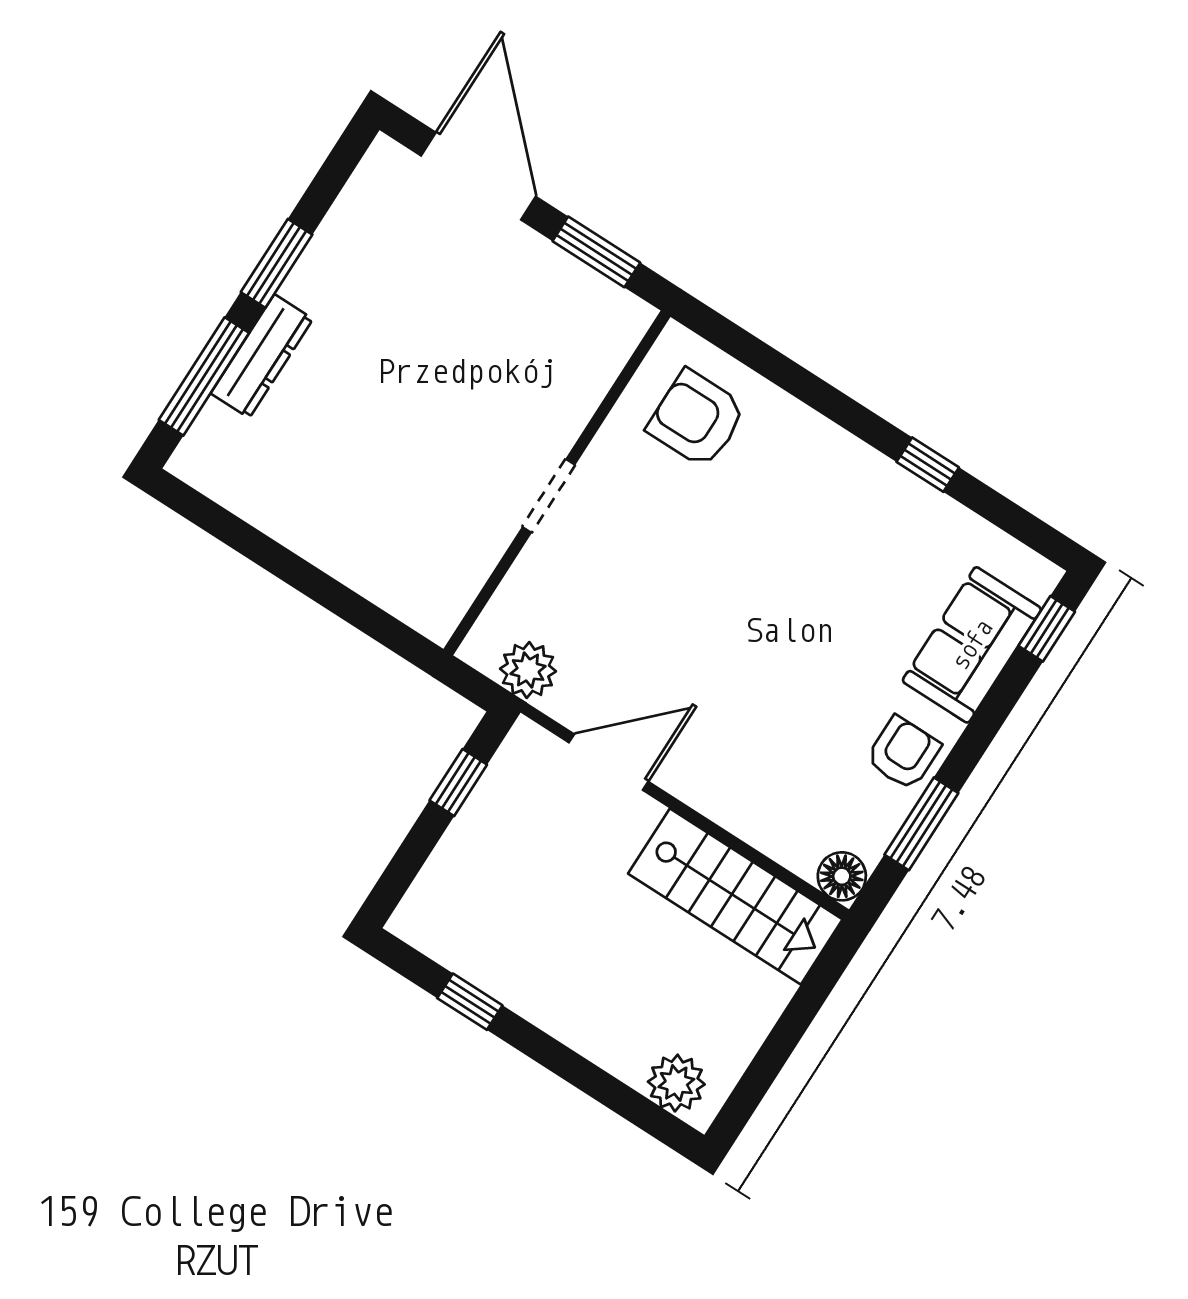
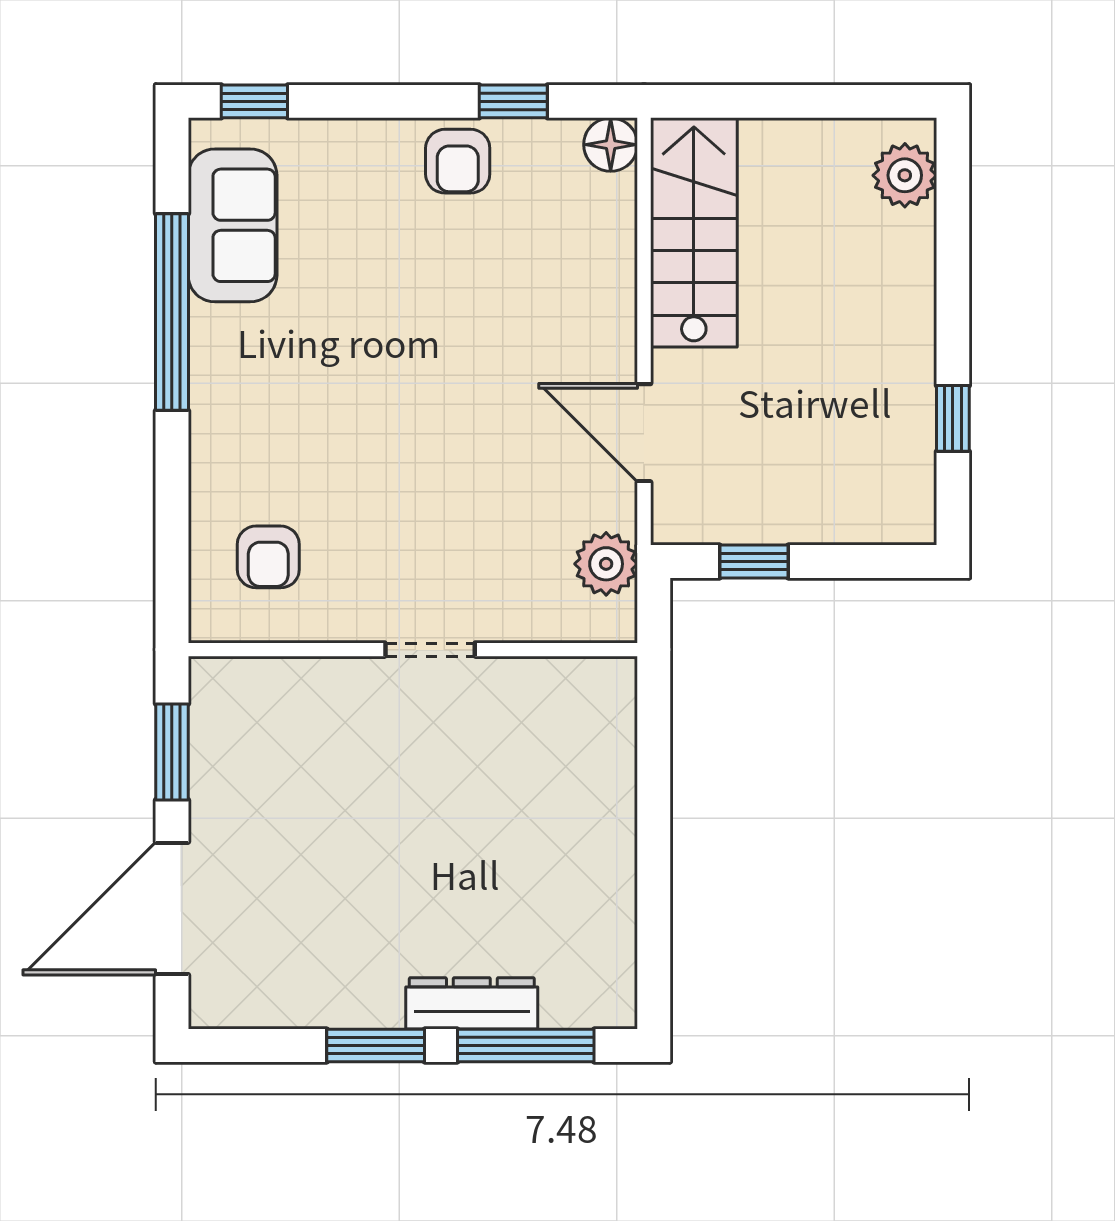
armchair: (697, 419) -> (268, 557), width x0.72, depth x0.72
window: (928, 465) -> (172, 312), width x3.17
sofa: (972, 645) -> (233, 225), moved, turned -90
armchair: (903, 753) -> (458, 161), turned -90
window: (921, 824) -> (513, 101), width x0.67

